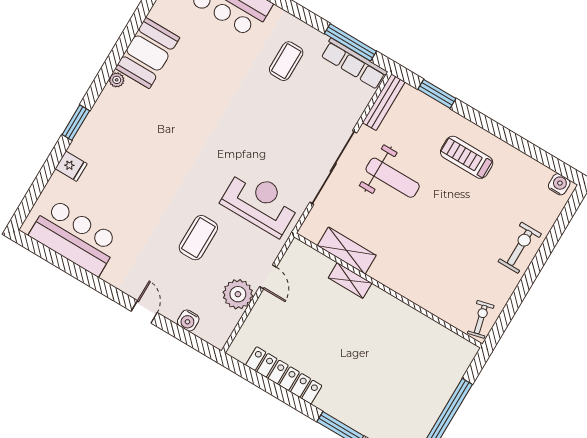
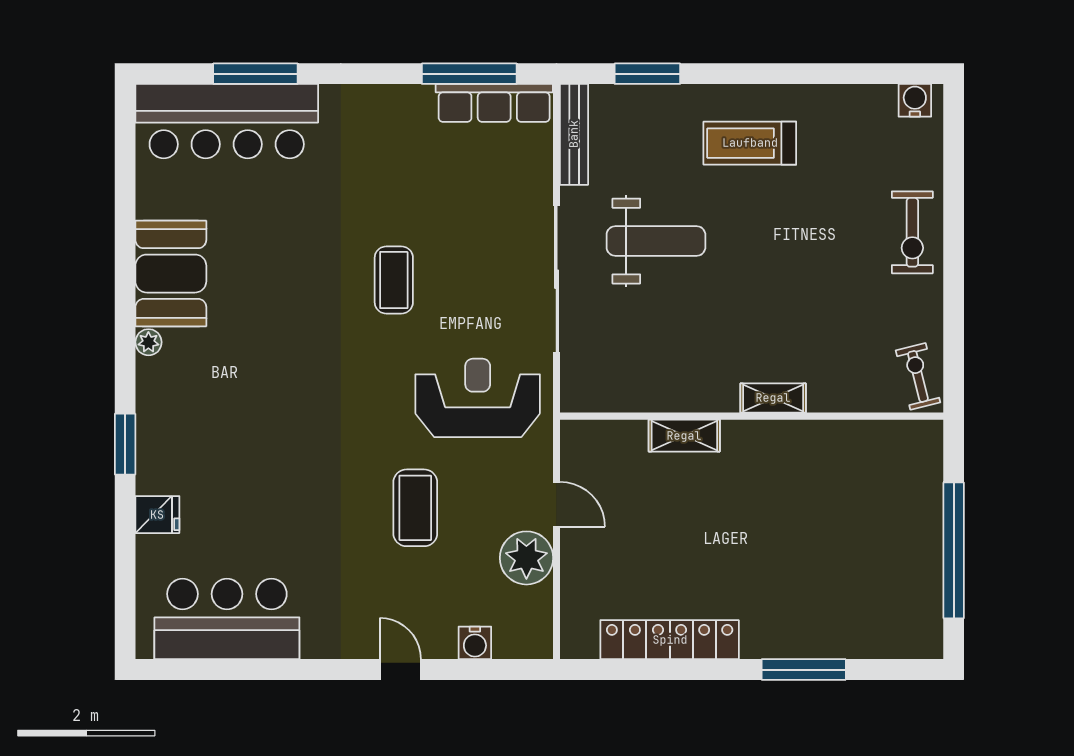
coffee table: (286, 61) -> (394, 280), moved
exercise bike: (520, 248) -> (912, 232), turned 180
shelving: (347, 251) -> (773, 398), moved, width x0.67, depth x0.75

